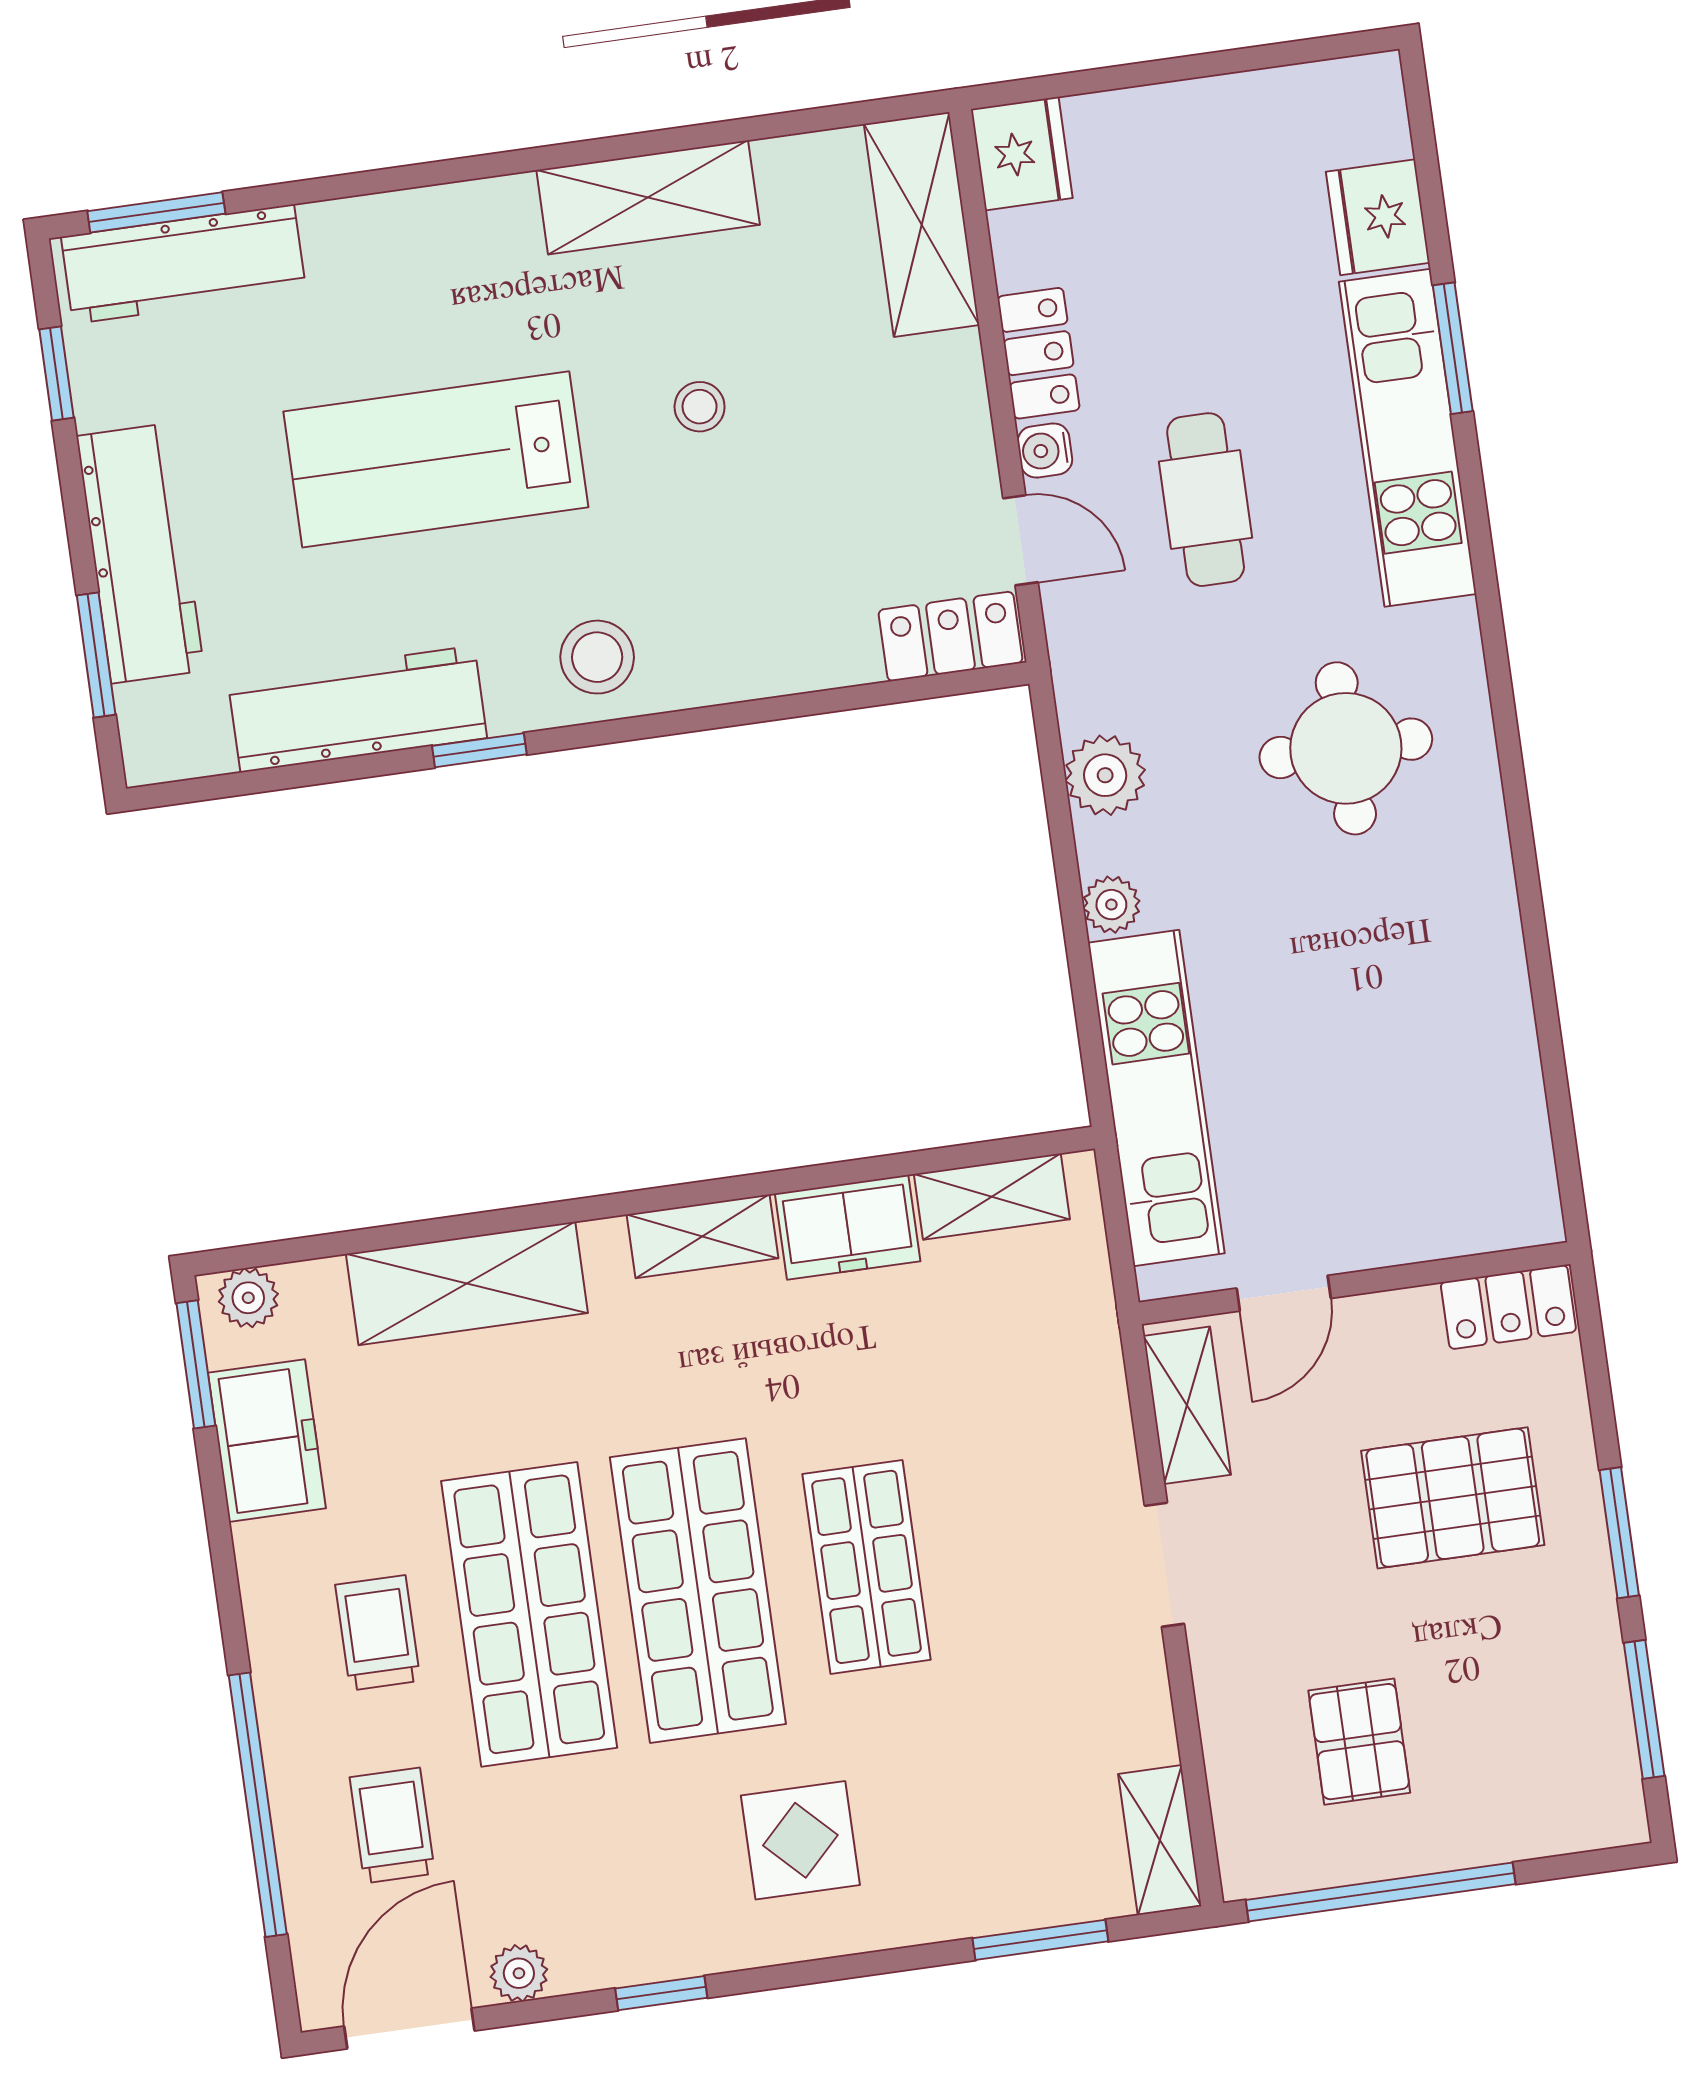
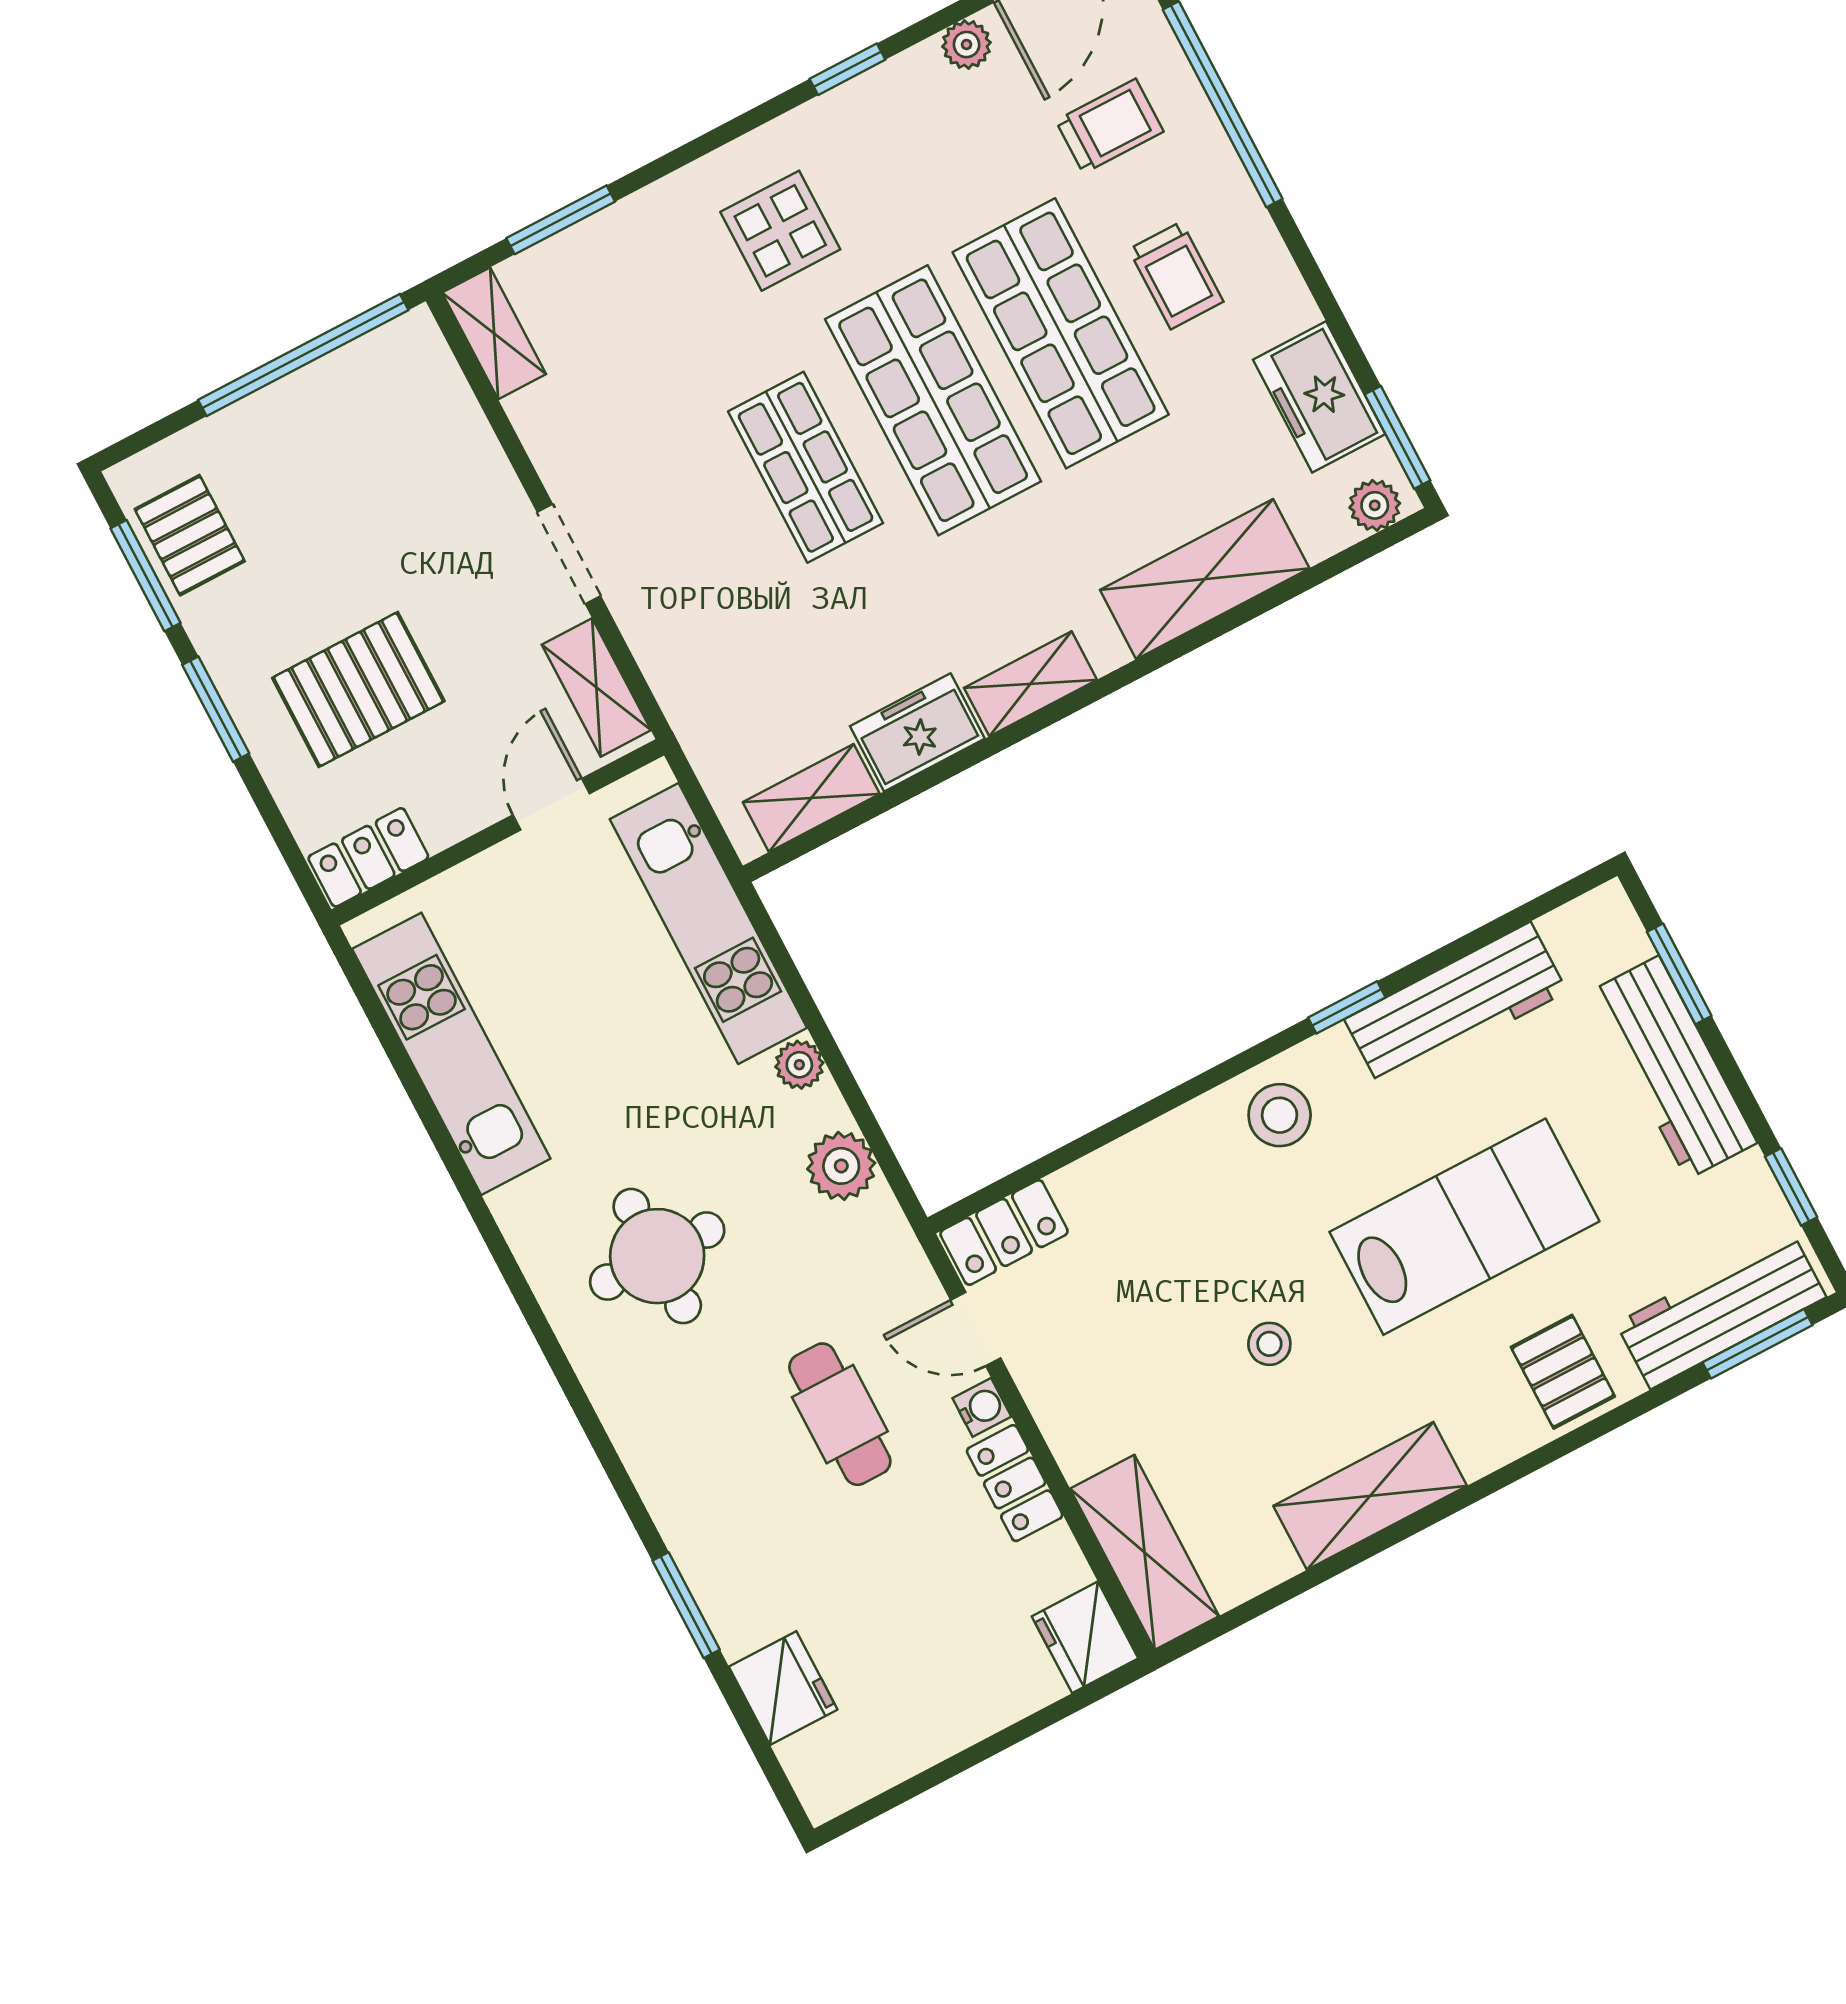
pallet: (384, 259) -> (1563, 1372), added
kitchen unit: (1408, 438) -> (451, 1054), moved
pallet: (1359, 1742) -> (190, 535), moved
trolley: (392, 1825) -> (1110, 126), turned -90

